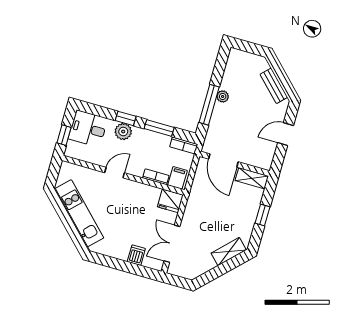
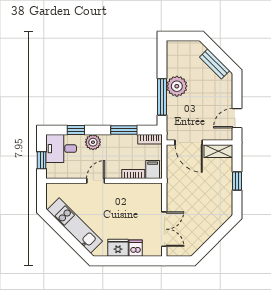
plant: (223, 96) -> (177, 86), width x1.88, depth x1.88
window: (126, 118) -> (76, 130), moved
door: (286, 134) -> (237, 118), moved
fridge: (170, 201) -> (118, 248), moved, turned 180
double door: (172, 244) -> (164, 229), swing flipped
shelving: (229, 252) -> (216, 222), removed

